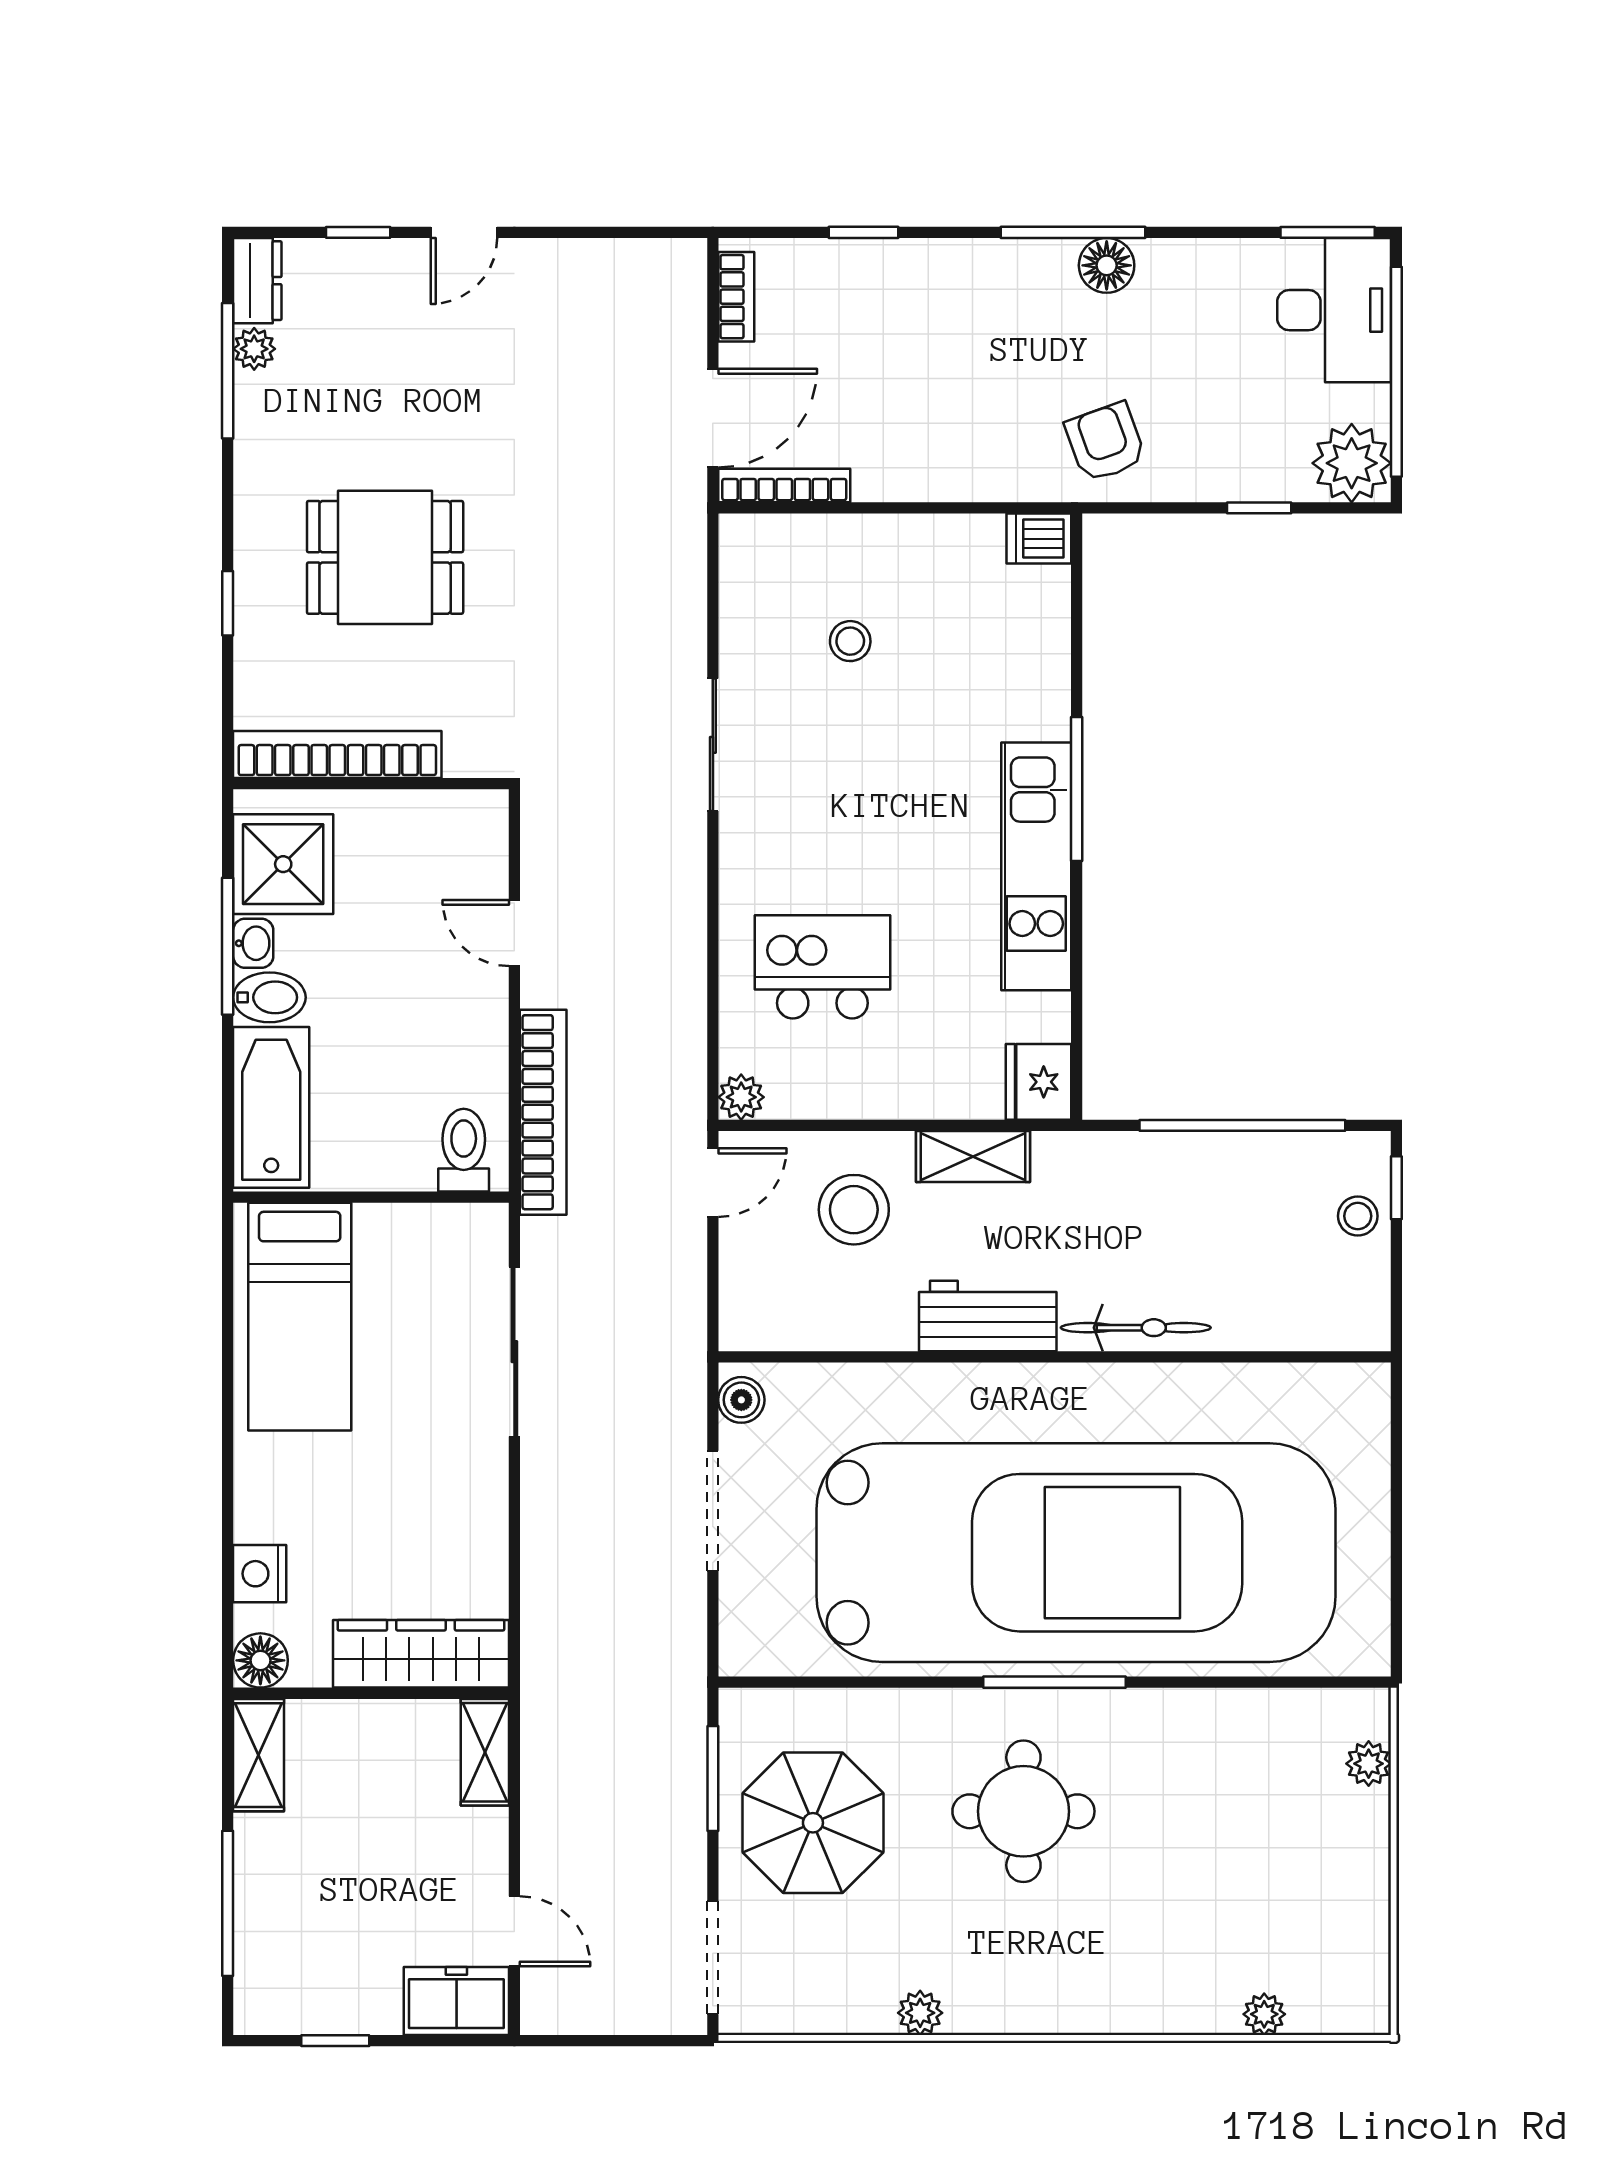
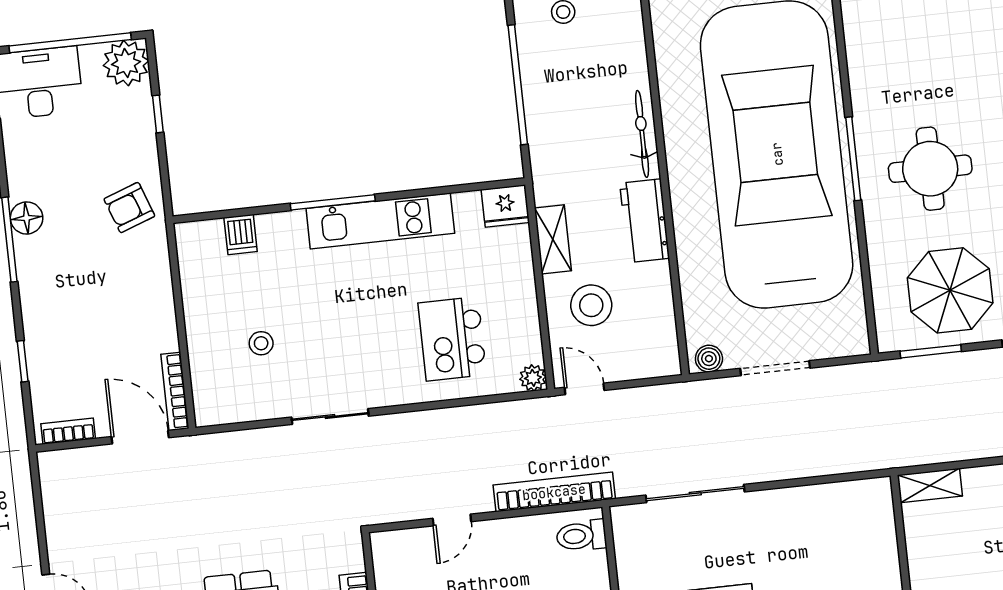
dishwasher: (1039, 539) -> (241, 235), moved
wardrobe: (421, 1654) -> (877, 529), removed

